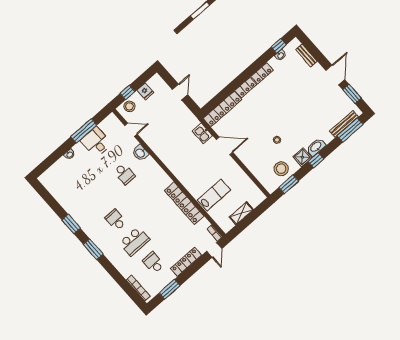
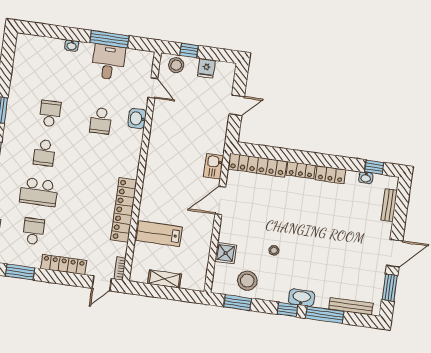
window: (350, 130) -> (325, 315), moved
door: (225, 146) -> (220, 201), swing flipped
shower: (302, 157) -> (226, 253), moved
lab bench: (214, 195) -> (159, 234), turned 180
school desk: (97, 198) -> (50, 114), added
school desk: (116, 220) -> (44, 153), turned 180

